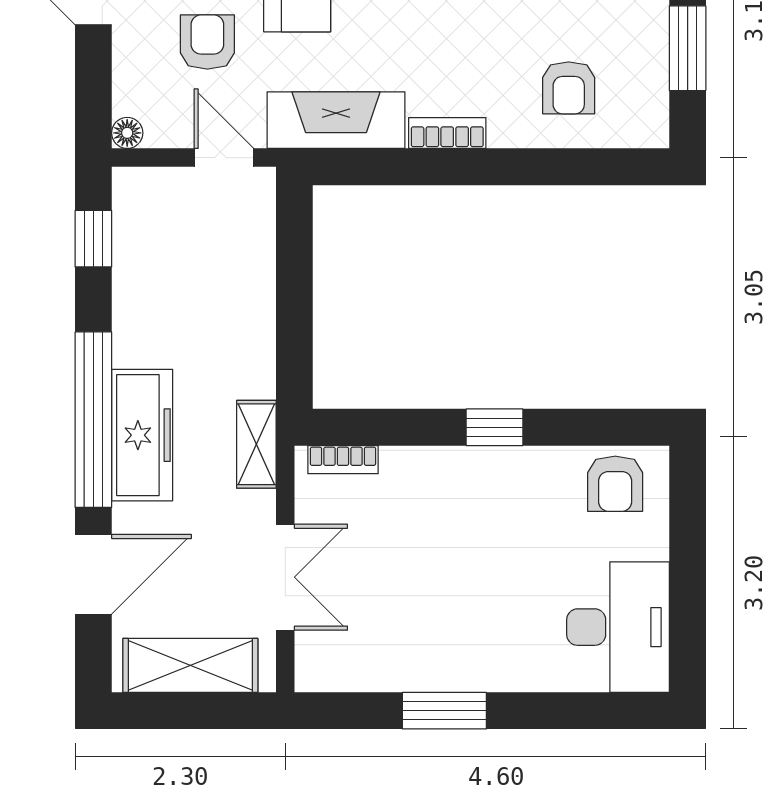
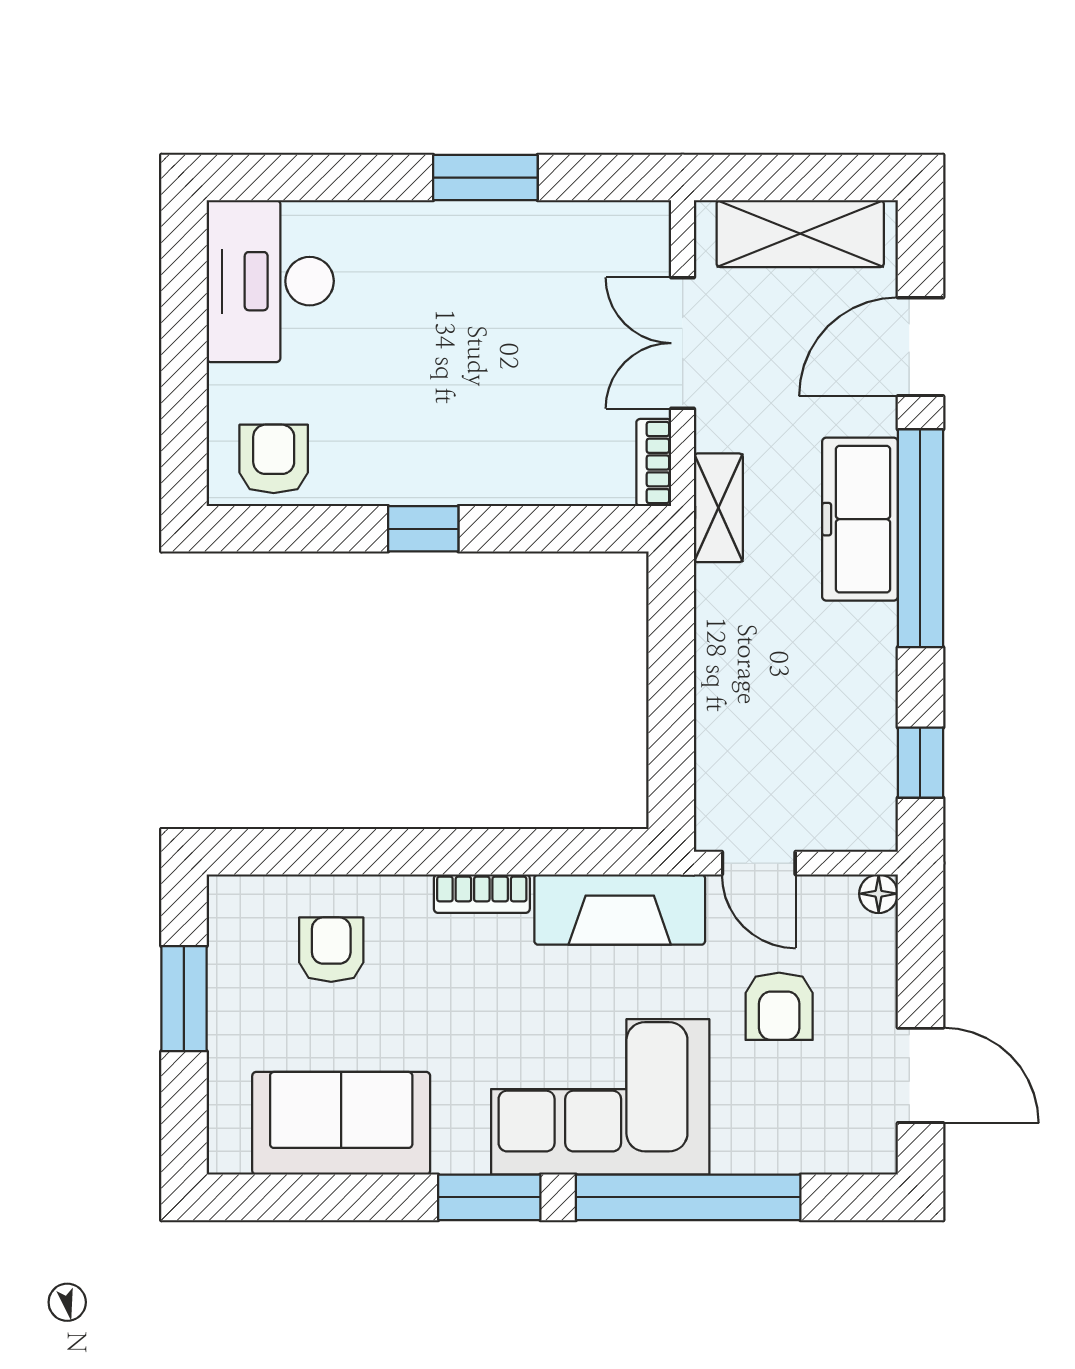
bookcase: (343, 460) -> (654, 463), moved, turned -90

